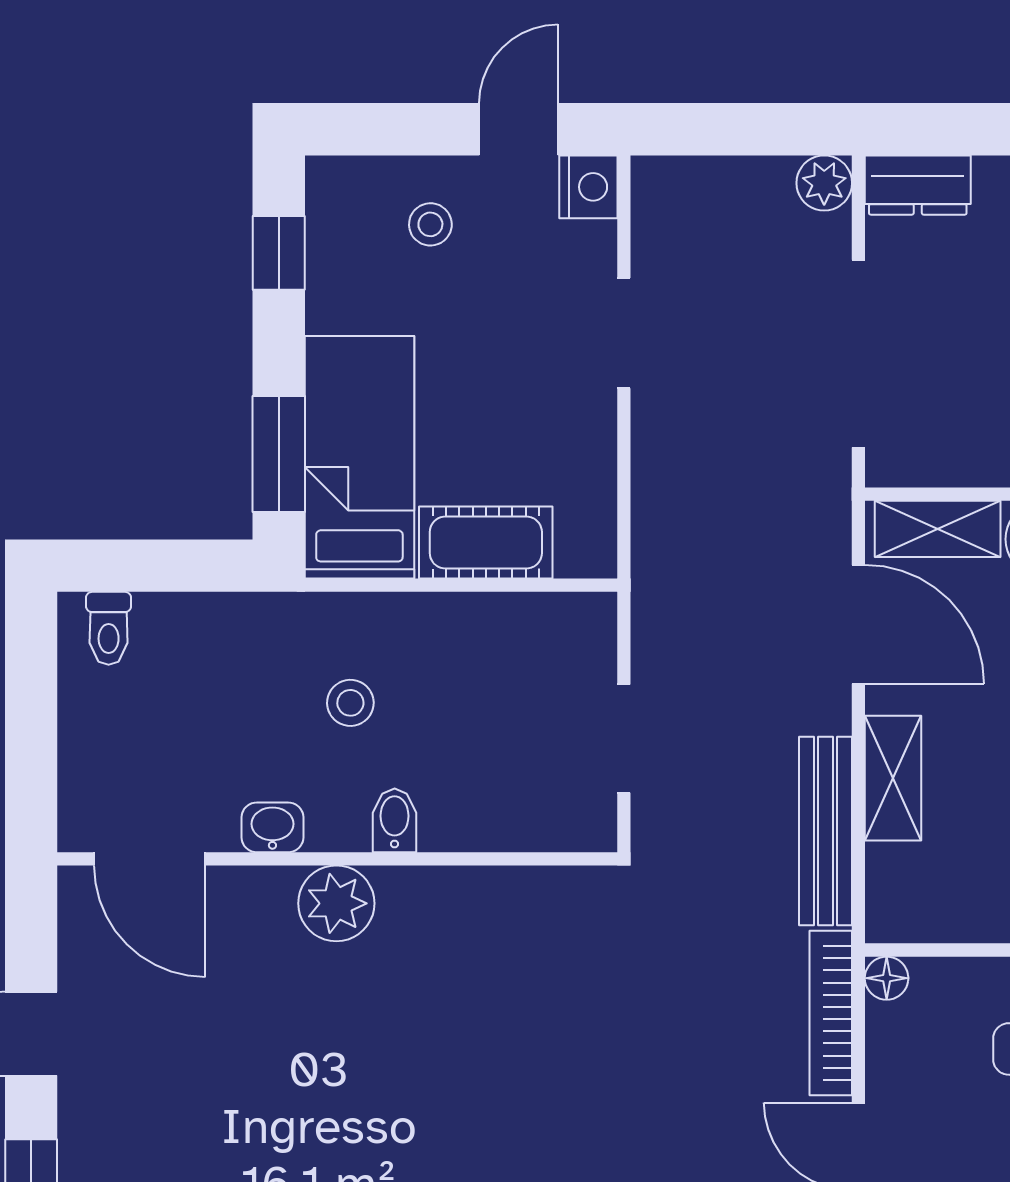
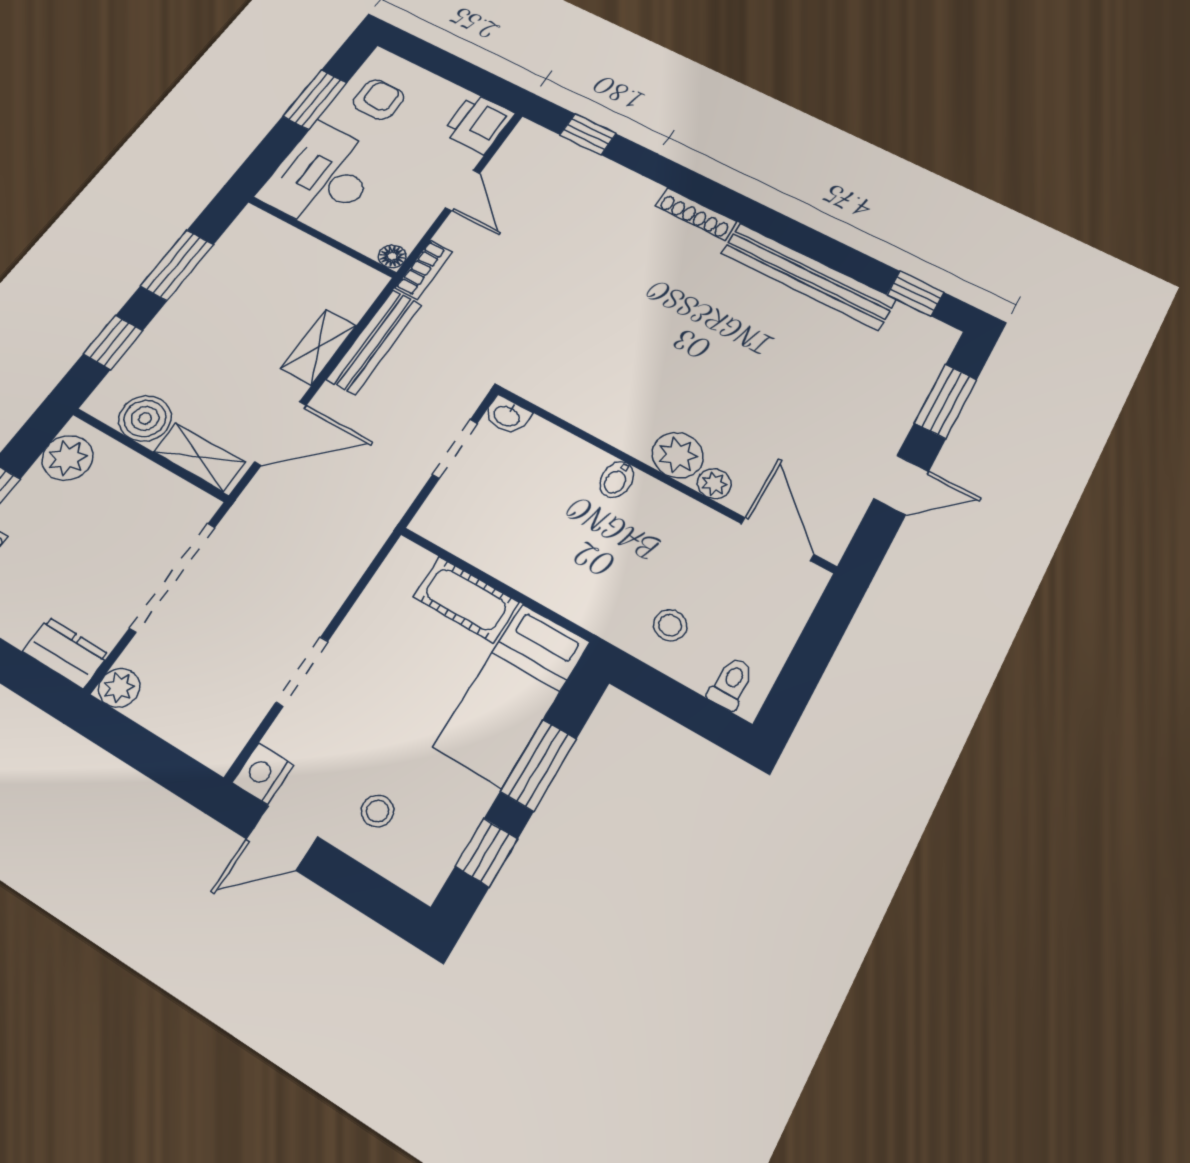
window: (279, 454) -> (539, 765), moved
door: (858, 624) -> (281, 433), swing flipped
stool: (350, 703) -> (670, 625), moved
washbasin: (272, 827) -> (507, 416), moved
plant: (269, 890) -> (714, 484), added
bookcase: (831, 1013) -> (424, 270), width x0.64

